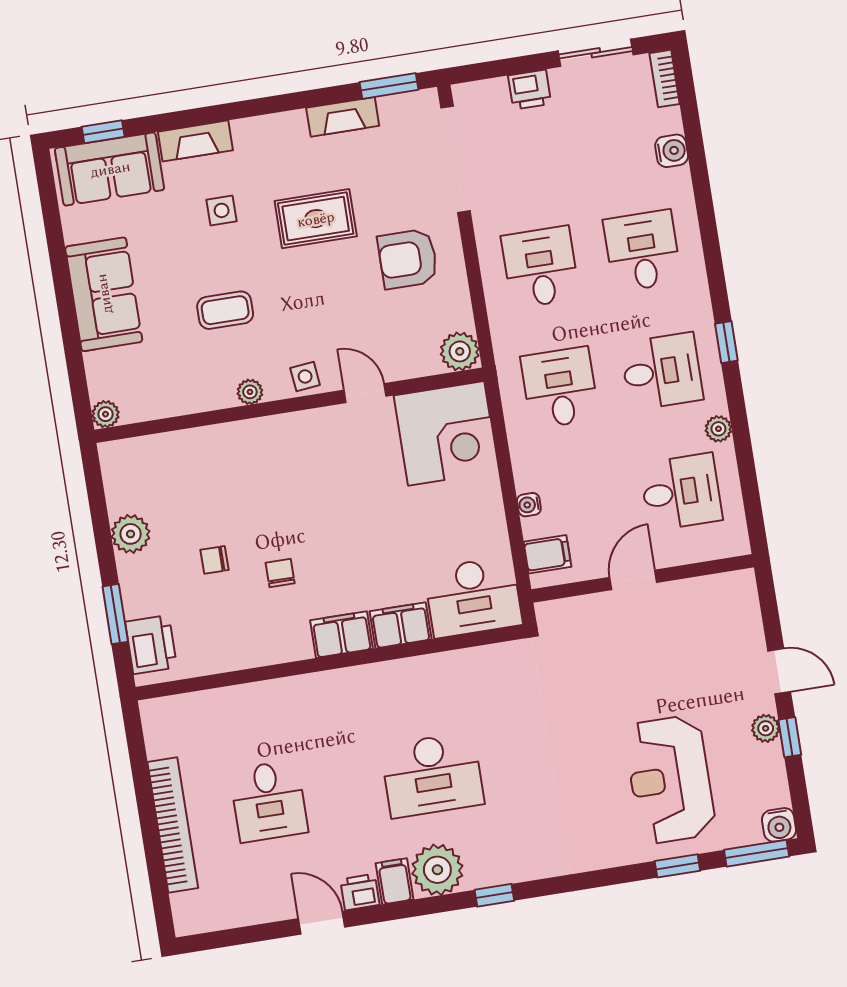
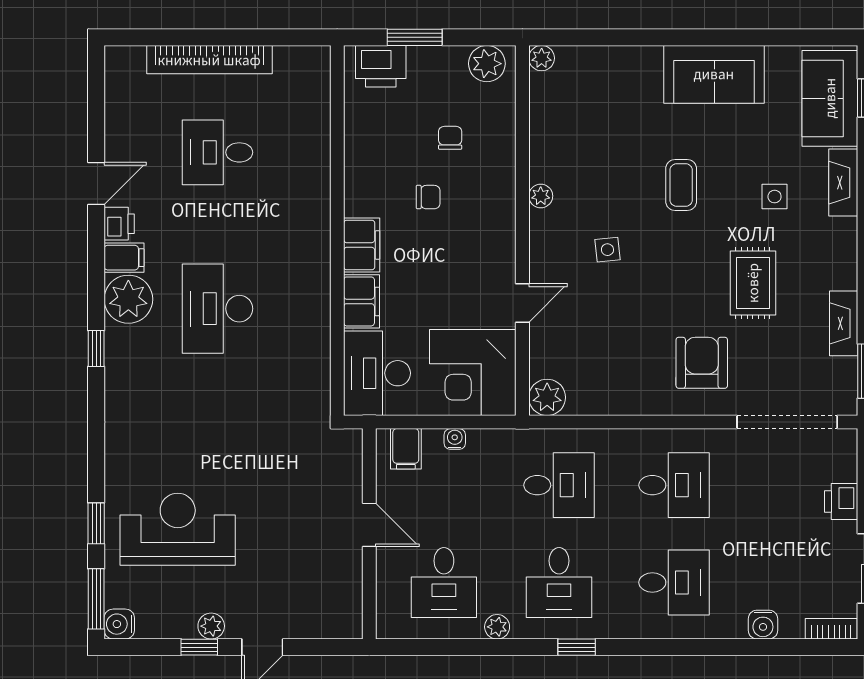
plant: (460, 351) -> (547, 397), moved
plant: (250, 392) -> (541, 196), moved
door: (365, 393) -> (522, 303), moved
wall: (289, 405) -> (522, 231), moved
plant: (105, 414) -> (542, 58), moved
corner desk: (446, 433) -> (473, 372), moved

